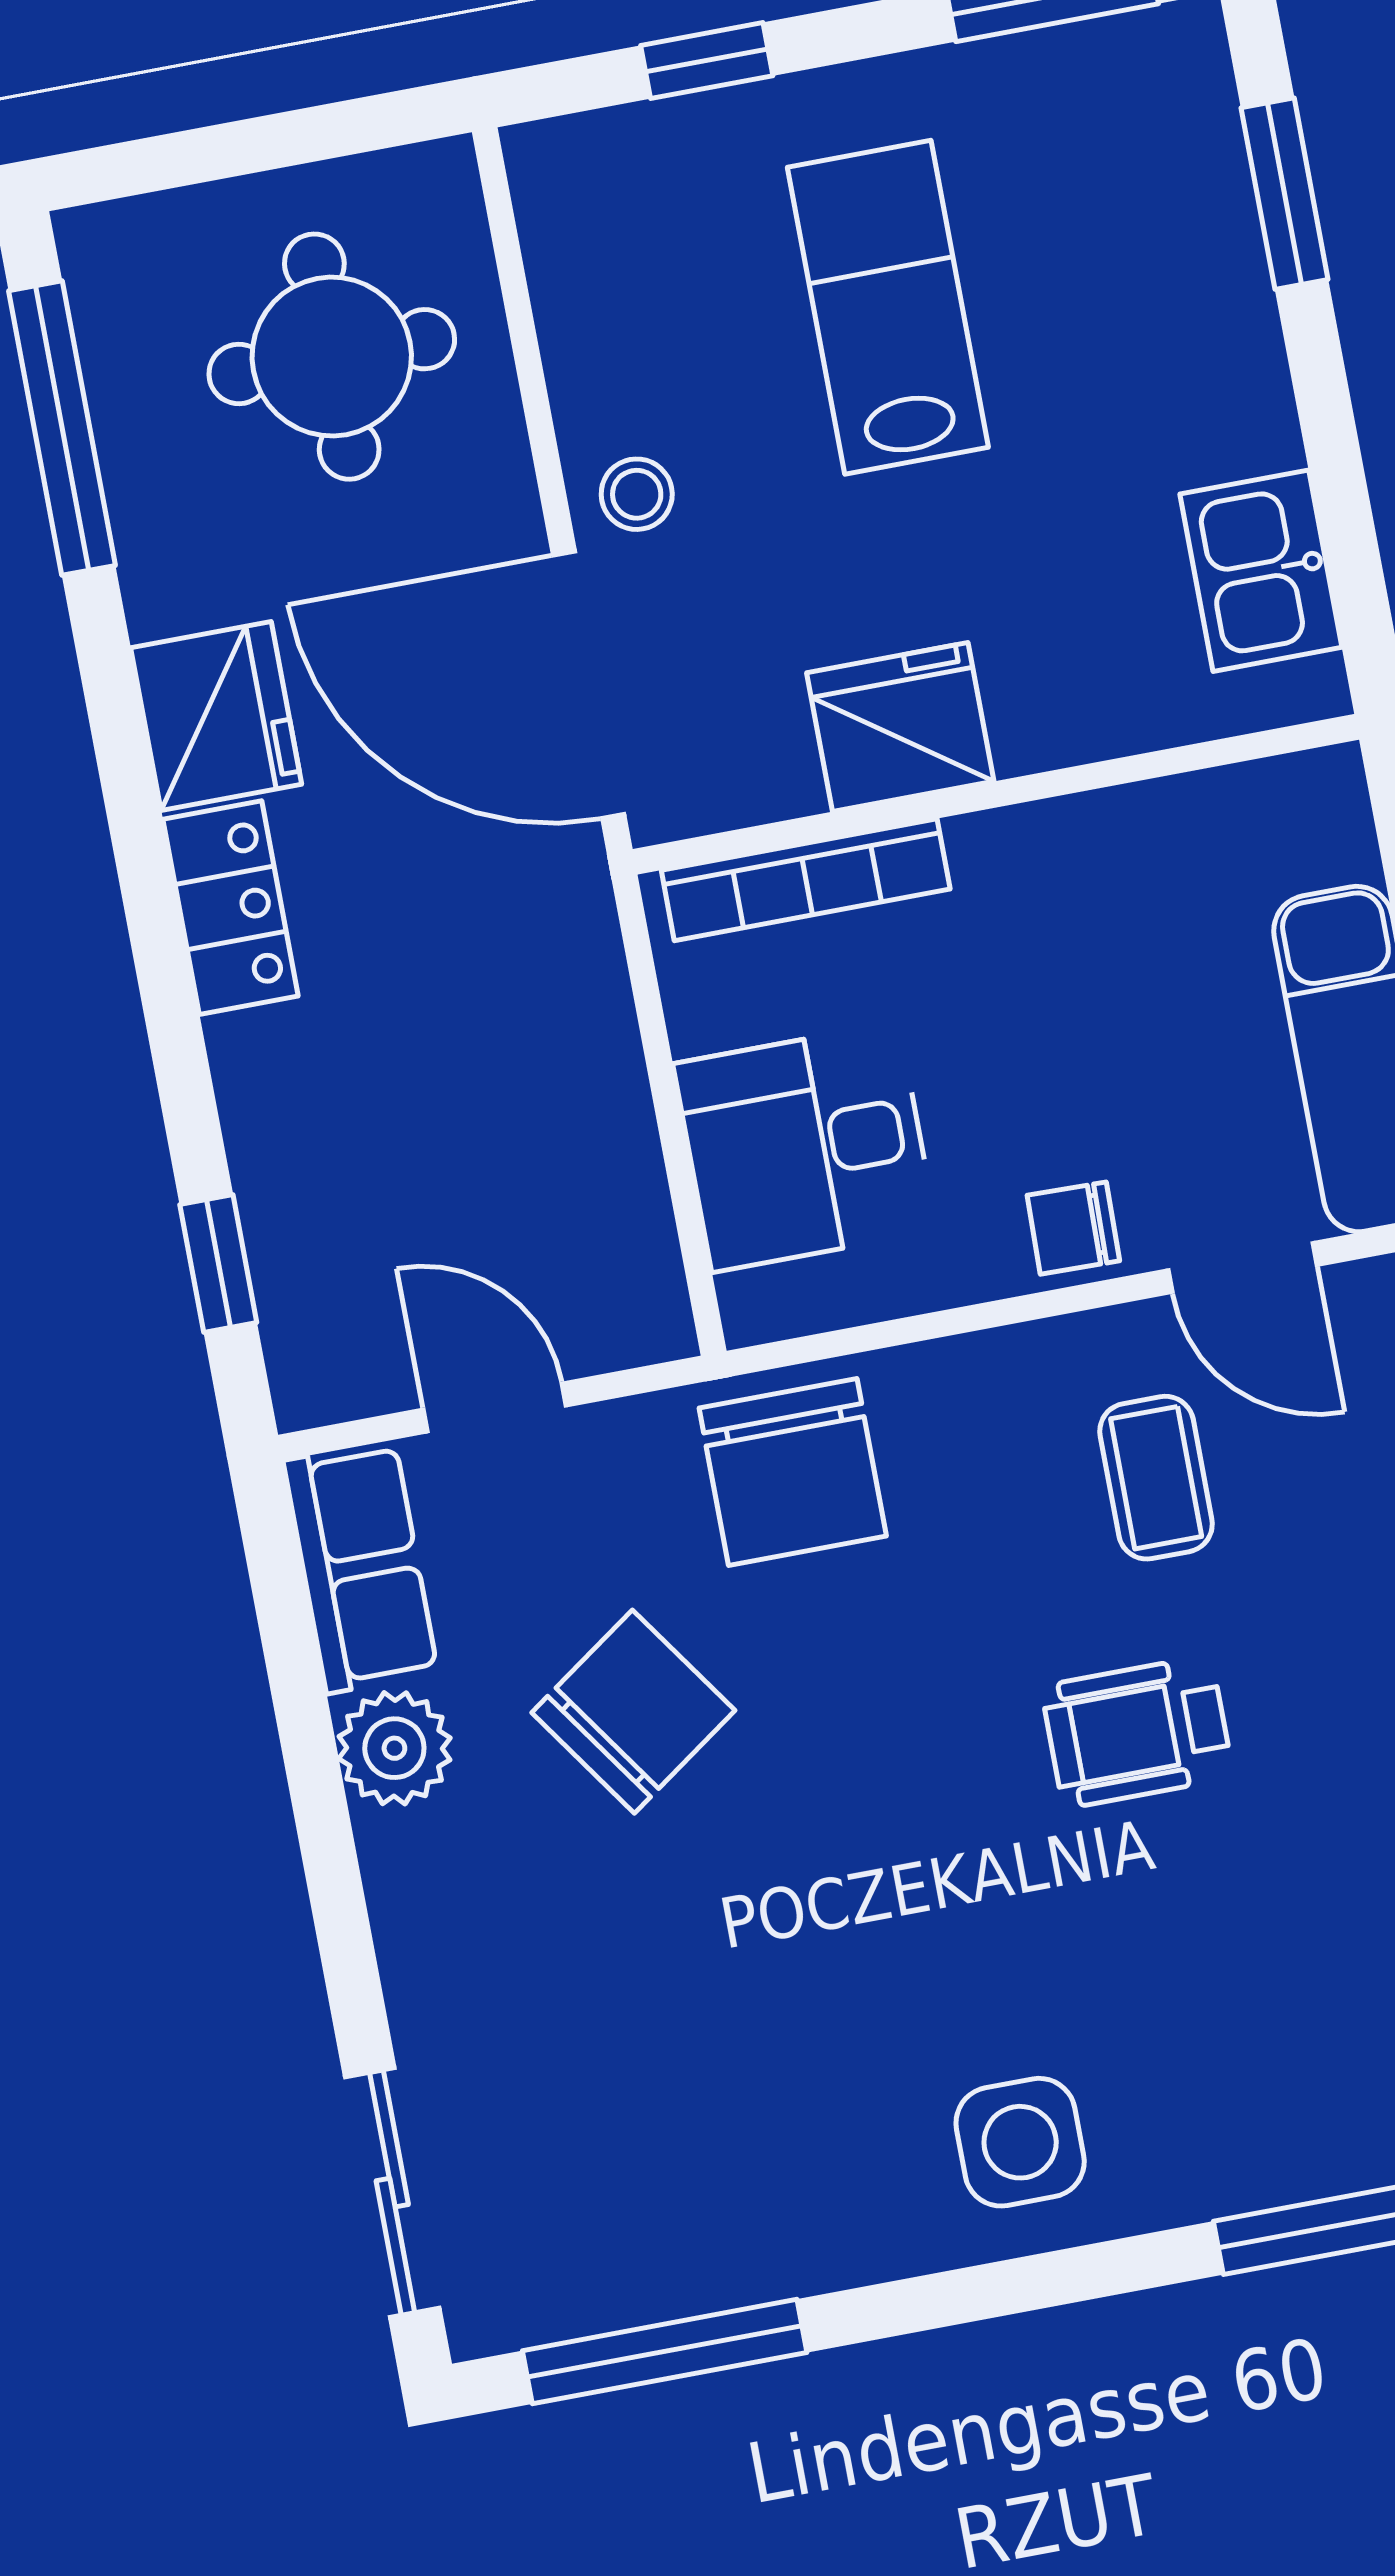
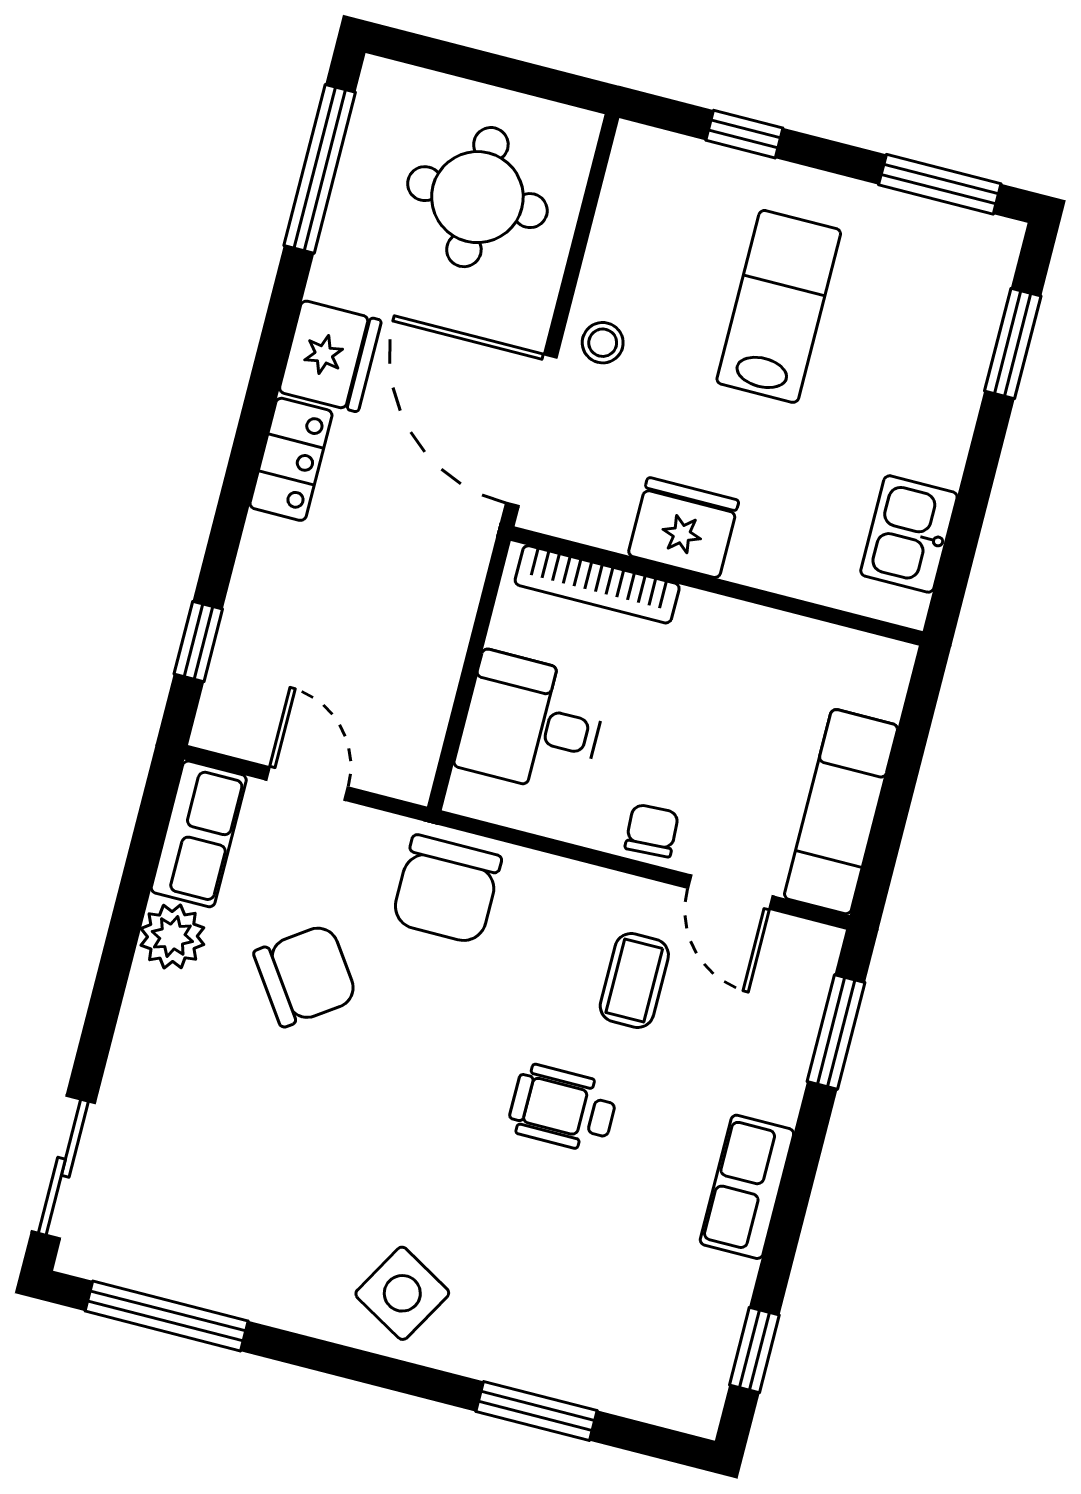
chair: (1073, 1228) -> (652, 831), turned 86
side table: (1020, 2142) -> (402, 1293), turned 30

